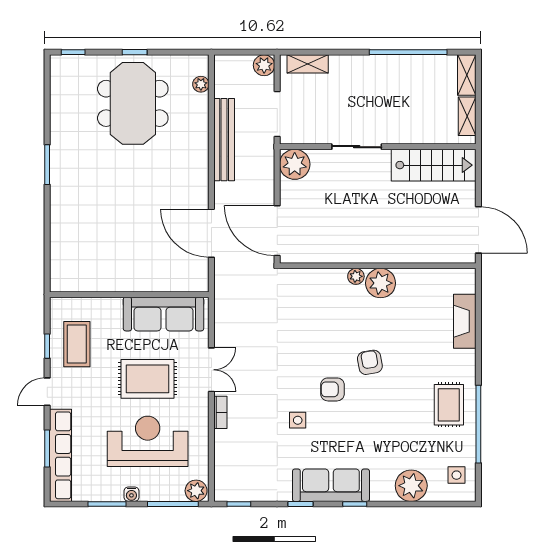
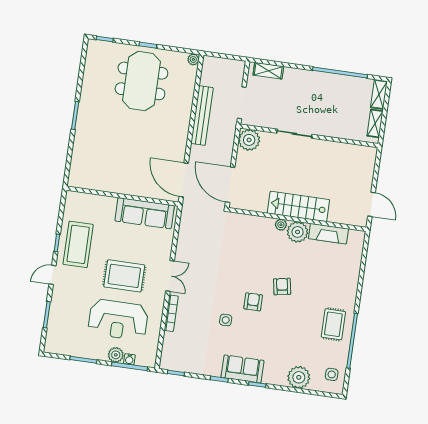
plant: (264, 65) -> (237, 67), removed
plant: (201, 84) -> (193, 59), moved
stairs: (434, 165) -> (298, 206), moved, turned 180
door: (478, 230) -> (372, 204), width x0.73
wall: (129, 295) -> (123, 196), moved
sofa: (163, 314) -> (145, 213), moved
fireplace: (465, 321) -> (328, 234), moved, turned -90
coffee table: (77, 344) -> (78, 244), width x1.36, depth x1.32
armchair: (332, 389) -> (253, 302), turned 90
bookcase: (220, 412) -> (171, 313), width x1.56
reception desk: (148, 441) -> (118, 320), turned 180
row of seats: (60, 455) -> (55, 321), removed
sofa: (331, 485) -> (242, 369), width x0.73
plant: (196, 491) -> (116, 355), moved
water cooler: (131, 494) -> (129, 359), moved

